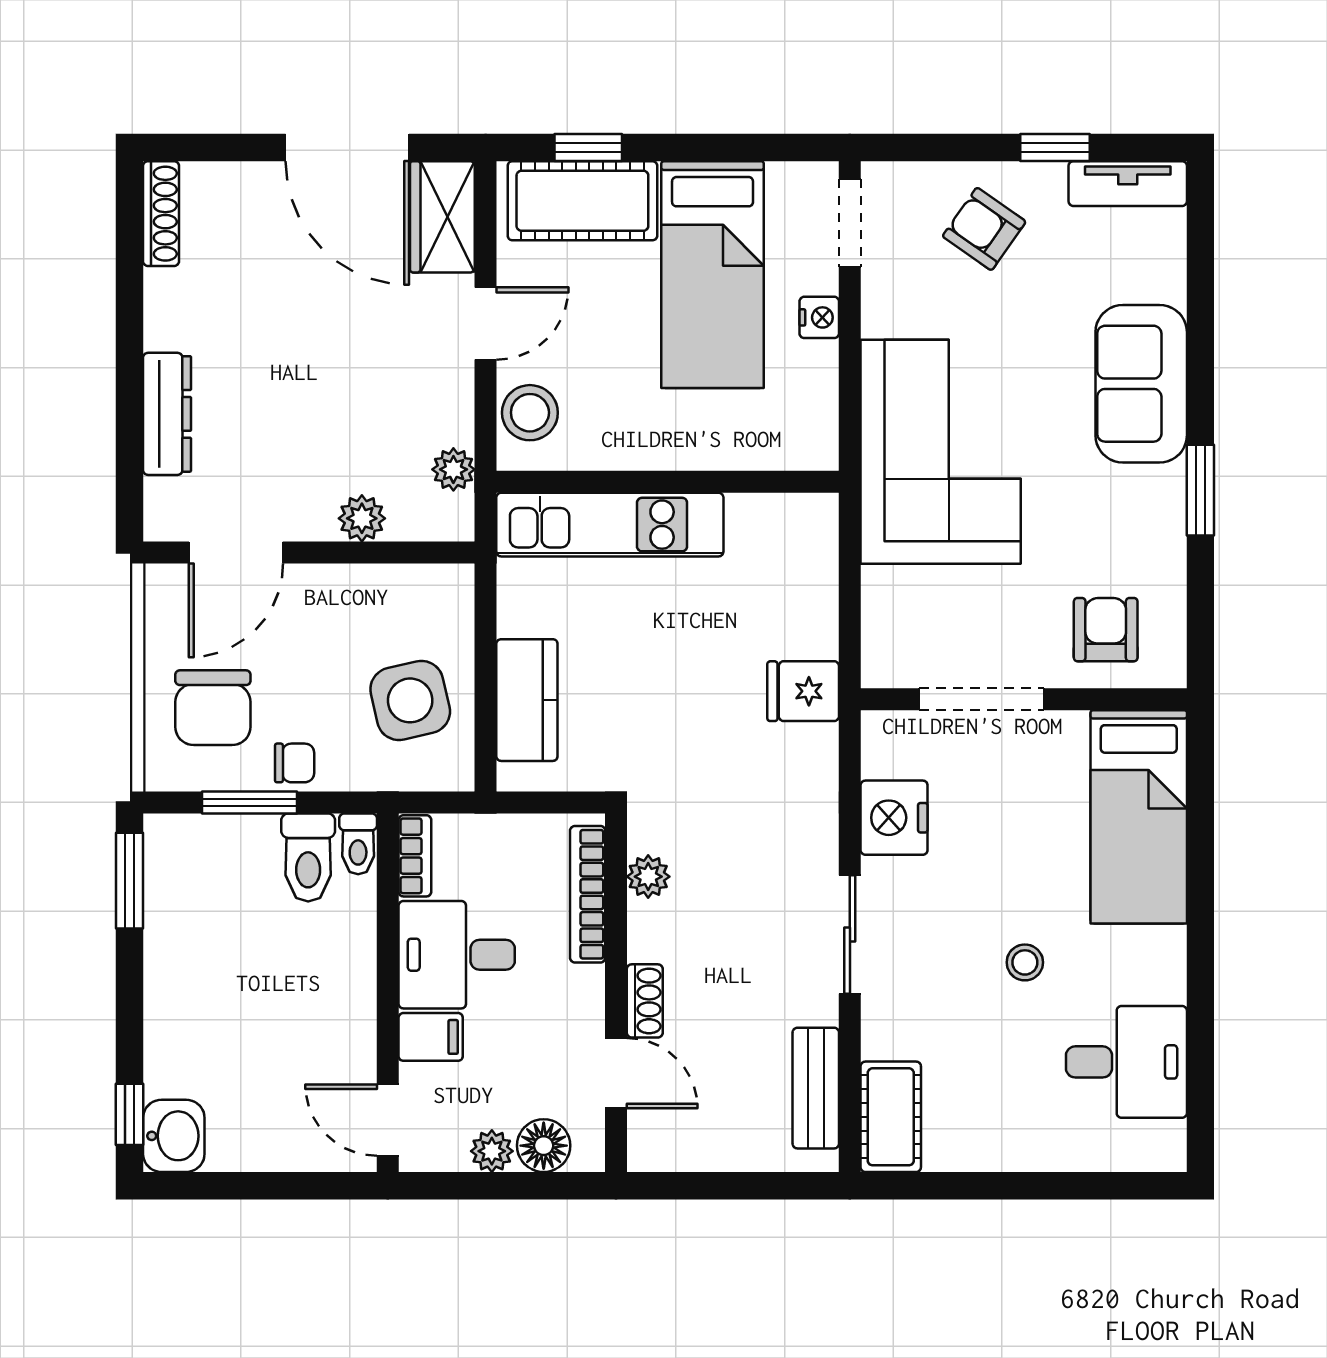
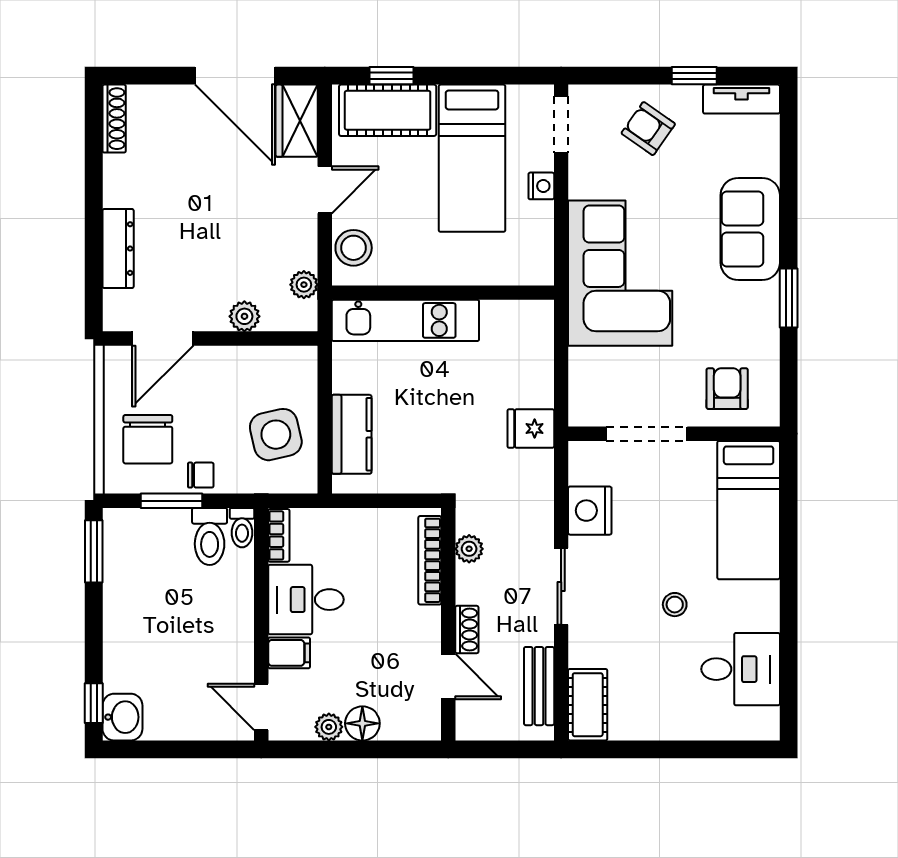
plant: (648, 877) -> (469, 549), moved
bookcase: (588, 894) -> (430, 560), moved
wall: (616, 993) -> (448, 624), moved
shoe rack: (645, 1001) -> (467, 630), moved
door: (616, 1073) -> (448, 676), moved

